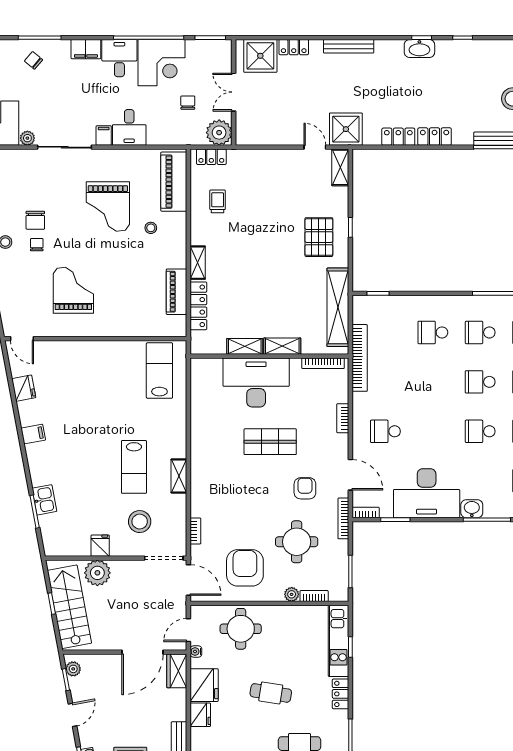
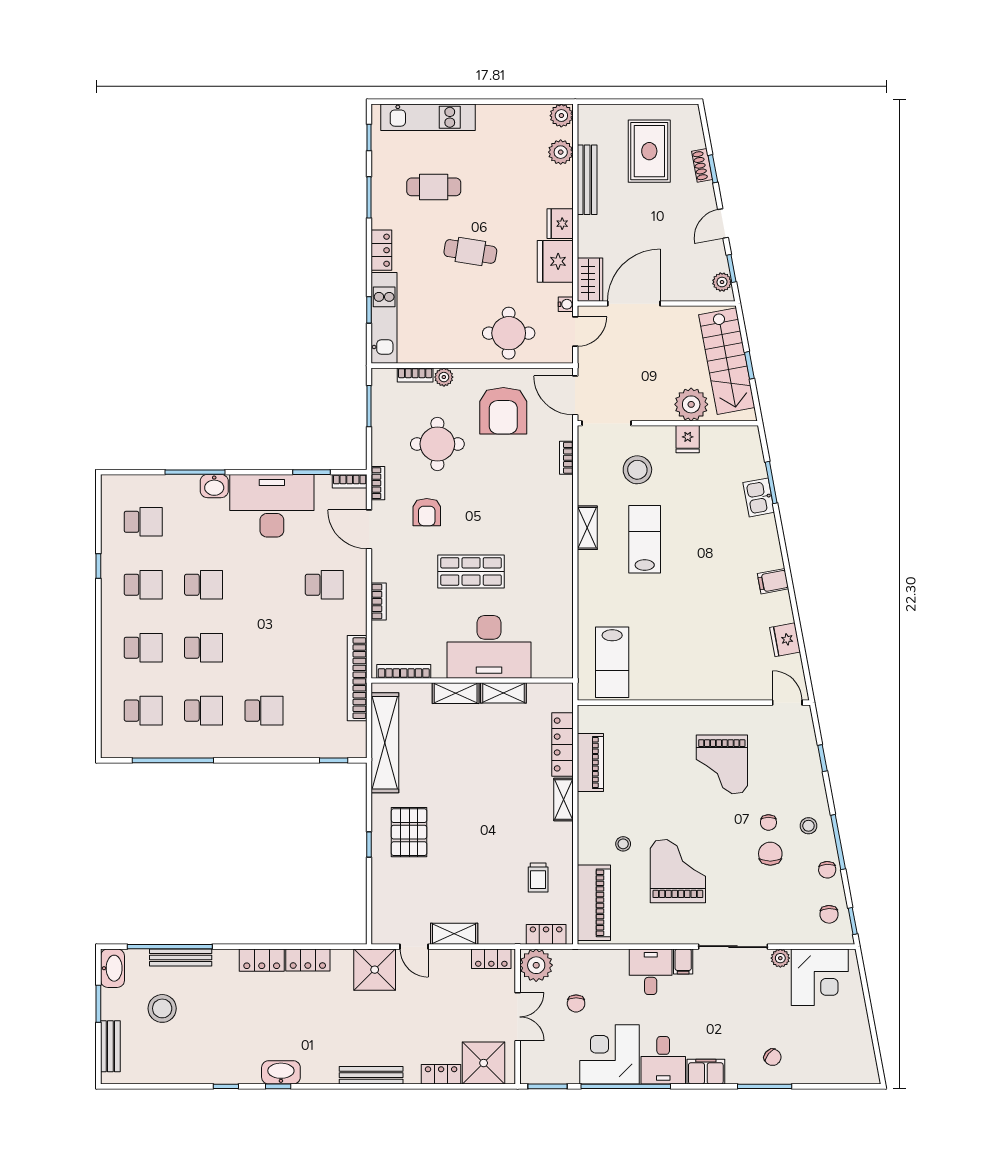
locker: (254, 138) -> (491, 959), added
shelving: (340, 167) -> (454, 934), moved, turned 90
bookcase: (343, 518) -> (378, 483), width x0.64

